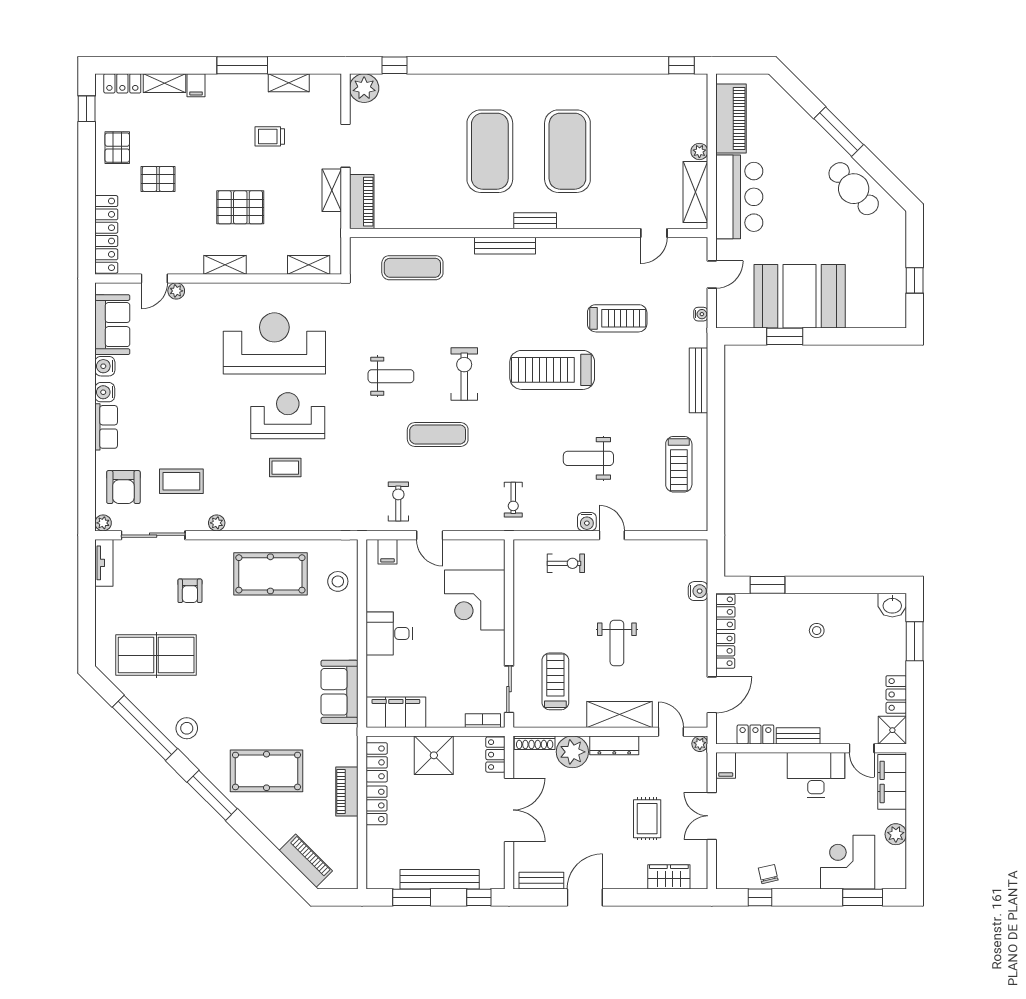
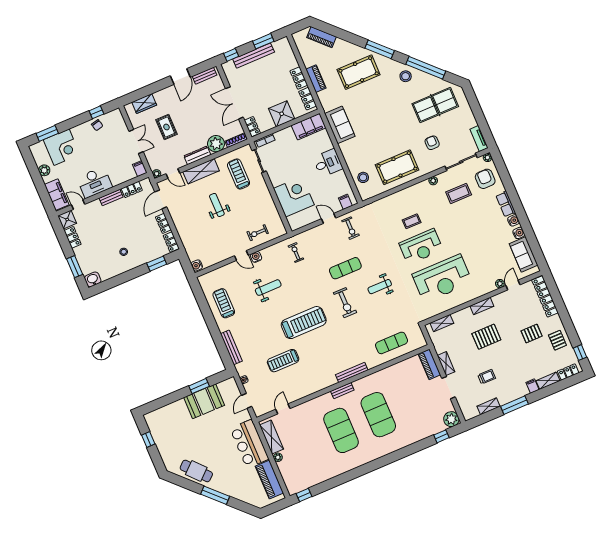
booth: (800, 296) -> (204, 401), width x0.73, depth x0.70
water cooler: (698, 591) -> (197, 265), moved
treadmill: (555, 681) -> (239, 174), turned 180

